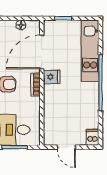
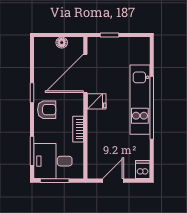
kitchen unit: (90, 51) -> (140, 100), moved
bookcase: (35, 84) -> (78, 129), moved
door: (66, 147) -> (113, 181), swing flipped

